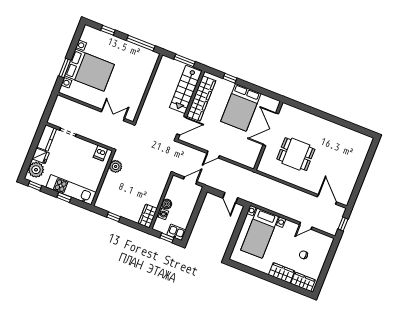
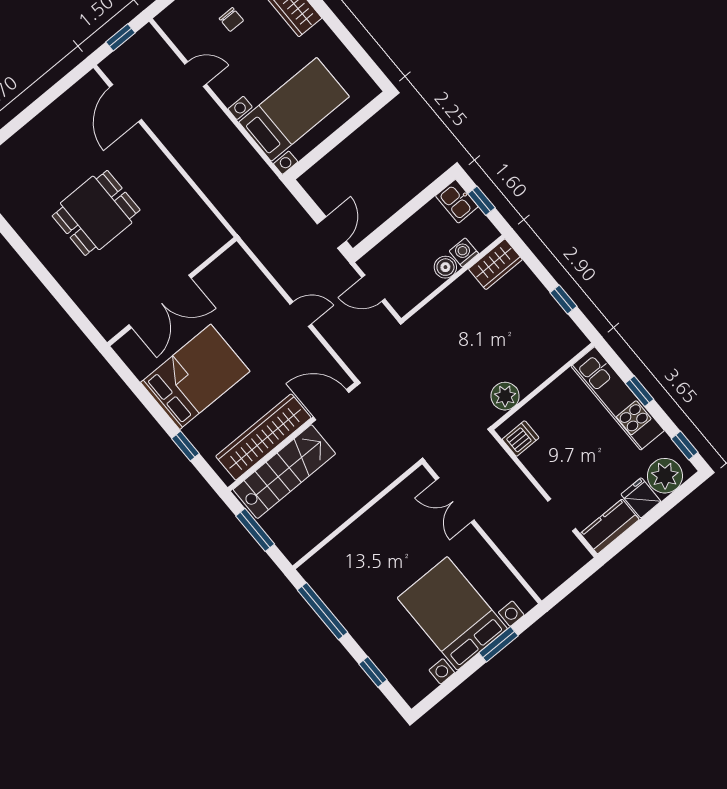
dining table: (296, 154) -> (96, 213), moved, turned 90
door: (230, 198) -> (332, 232), moved

